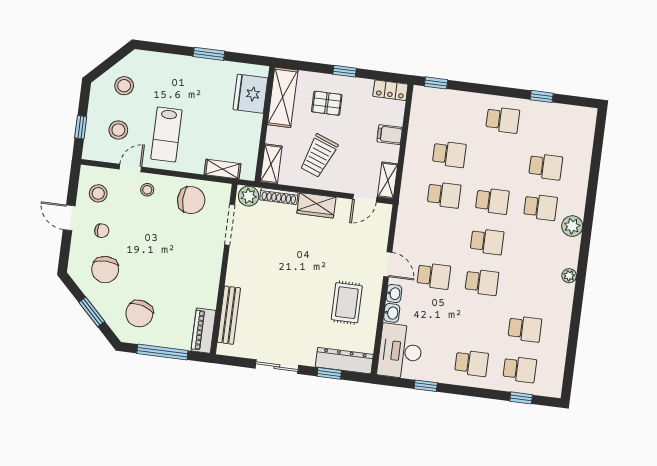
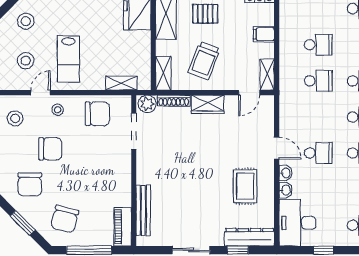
chair: (102, 231) -> (50, 149), moved, width x1.87, depth x1.87

